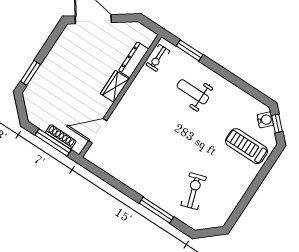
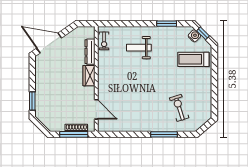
window: (190, 50) -> (167, 24), moved
door: (98, 131) -> (96, 109), swing flipped

